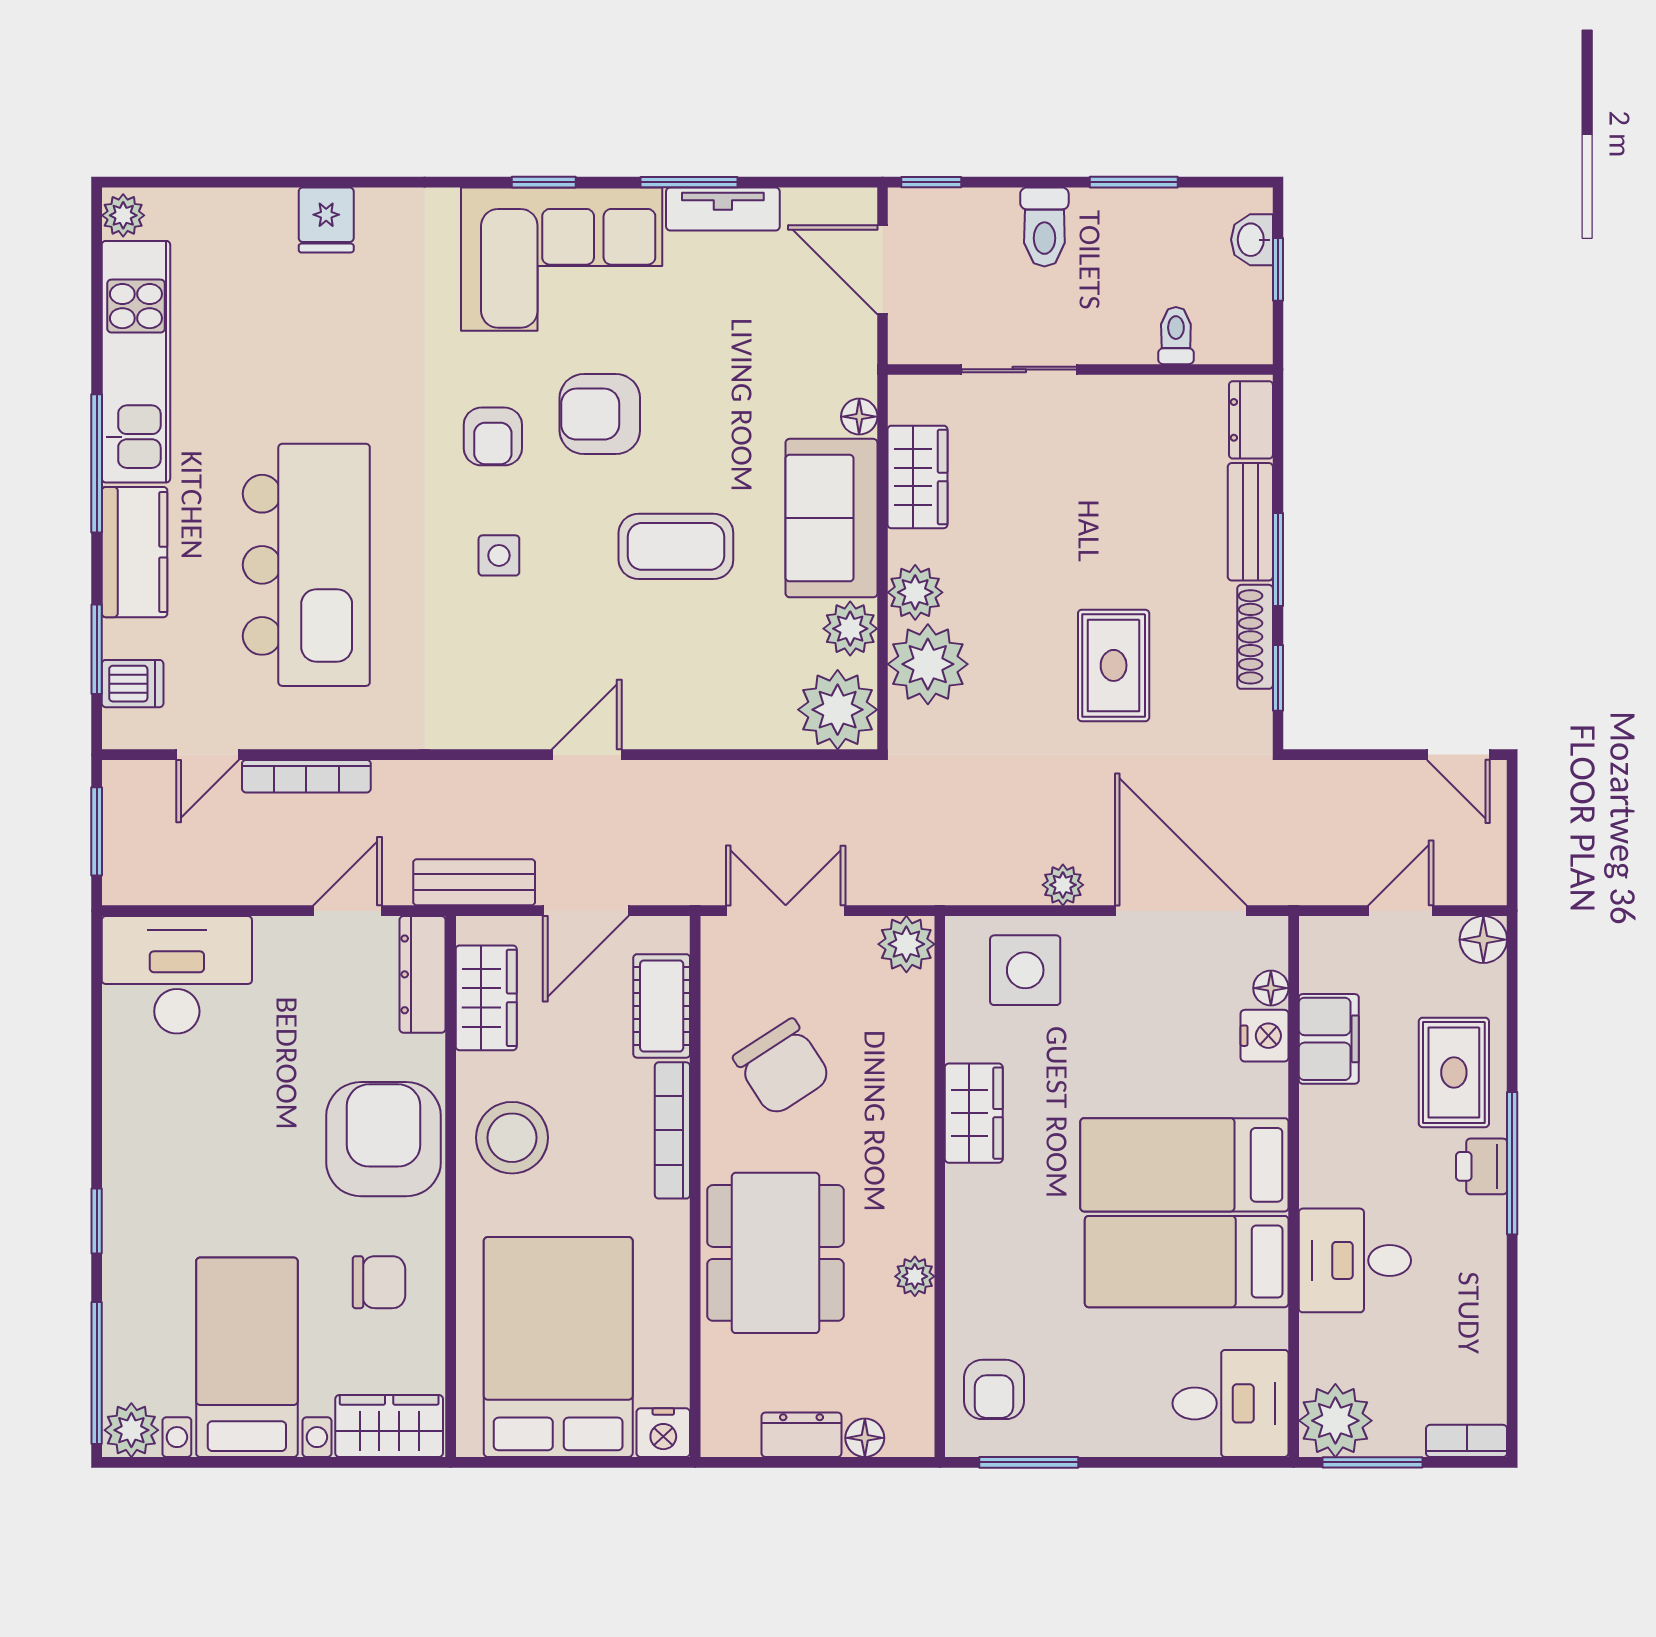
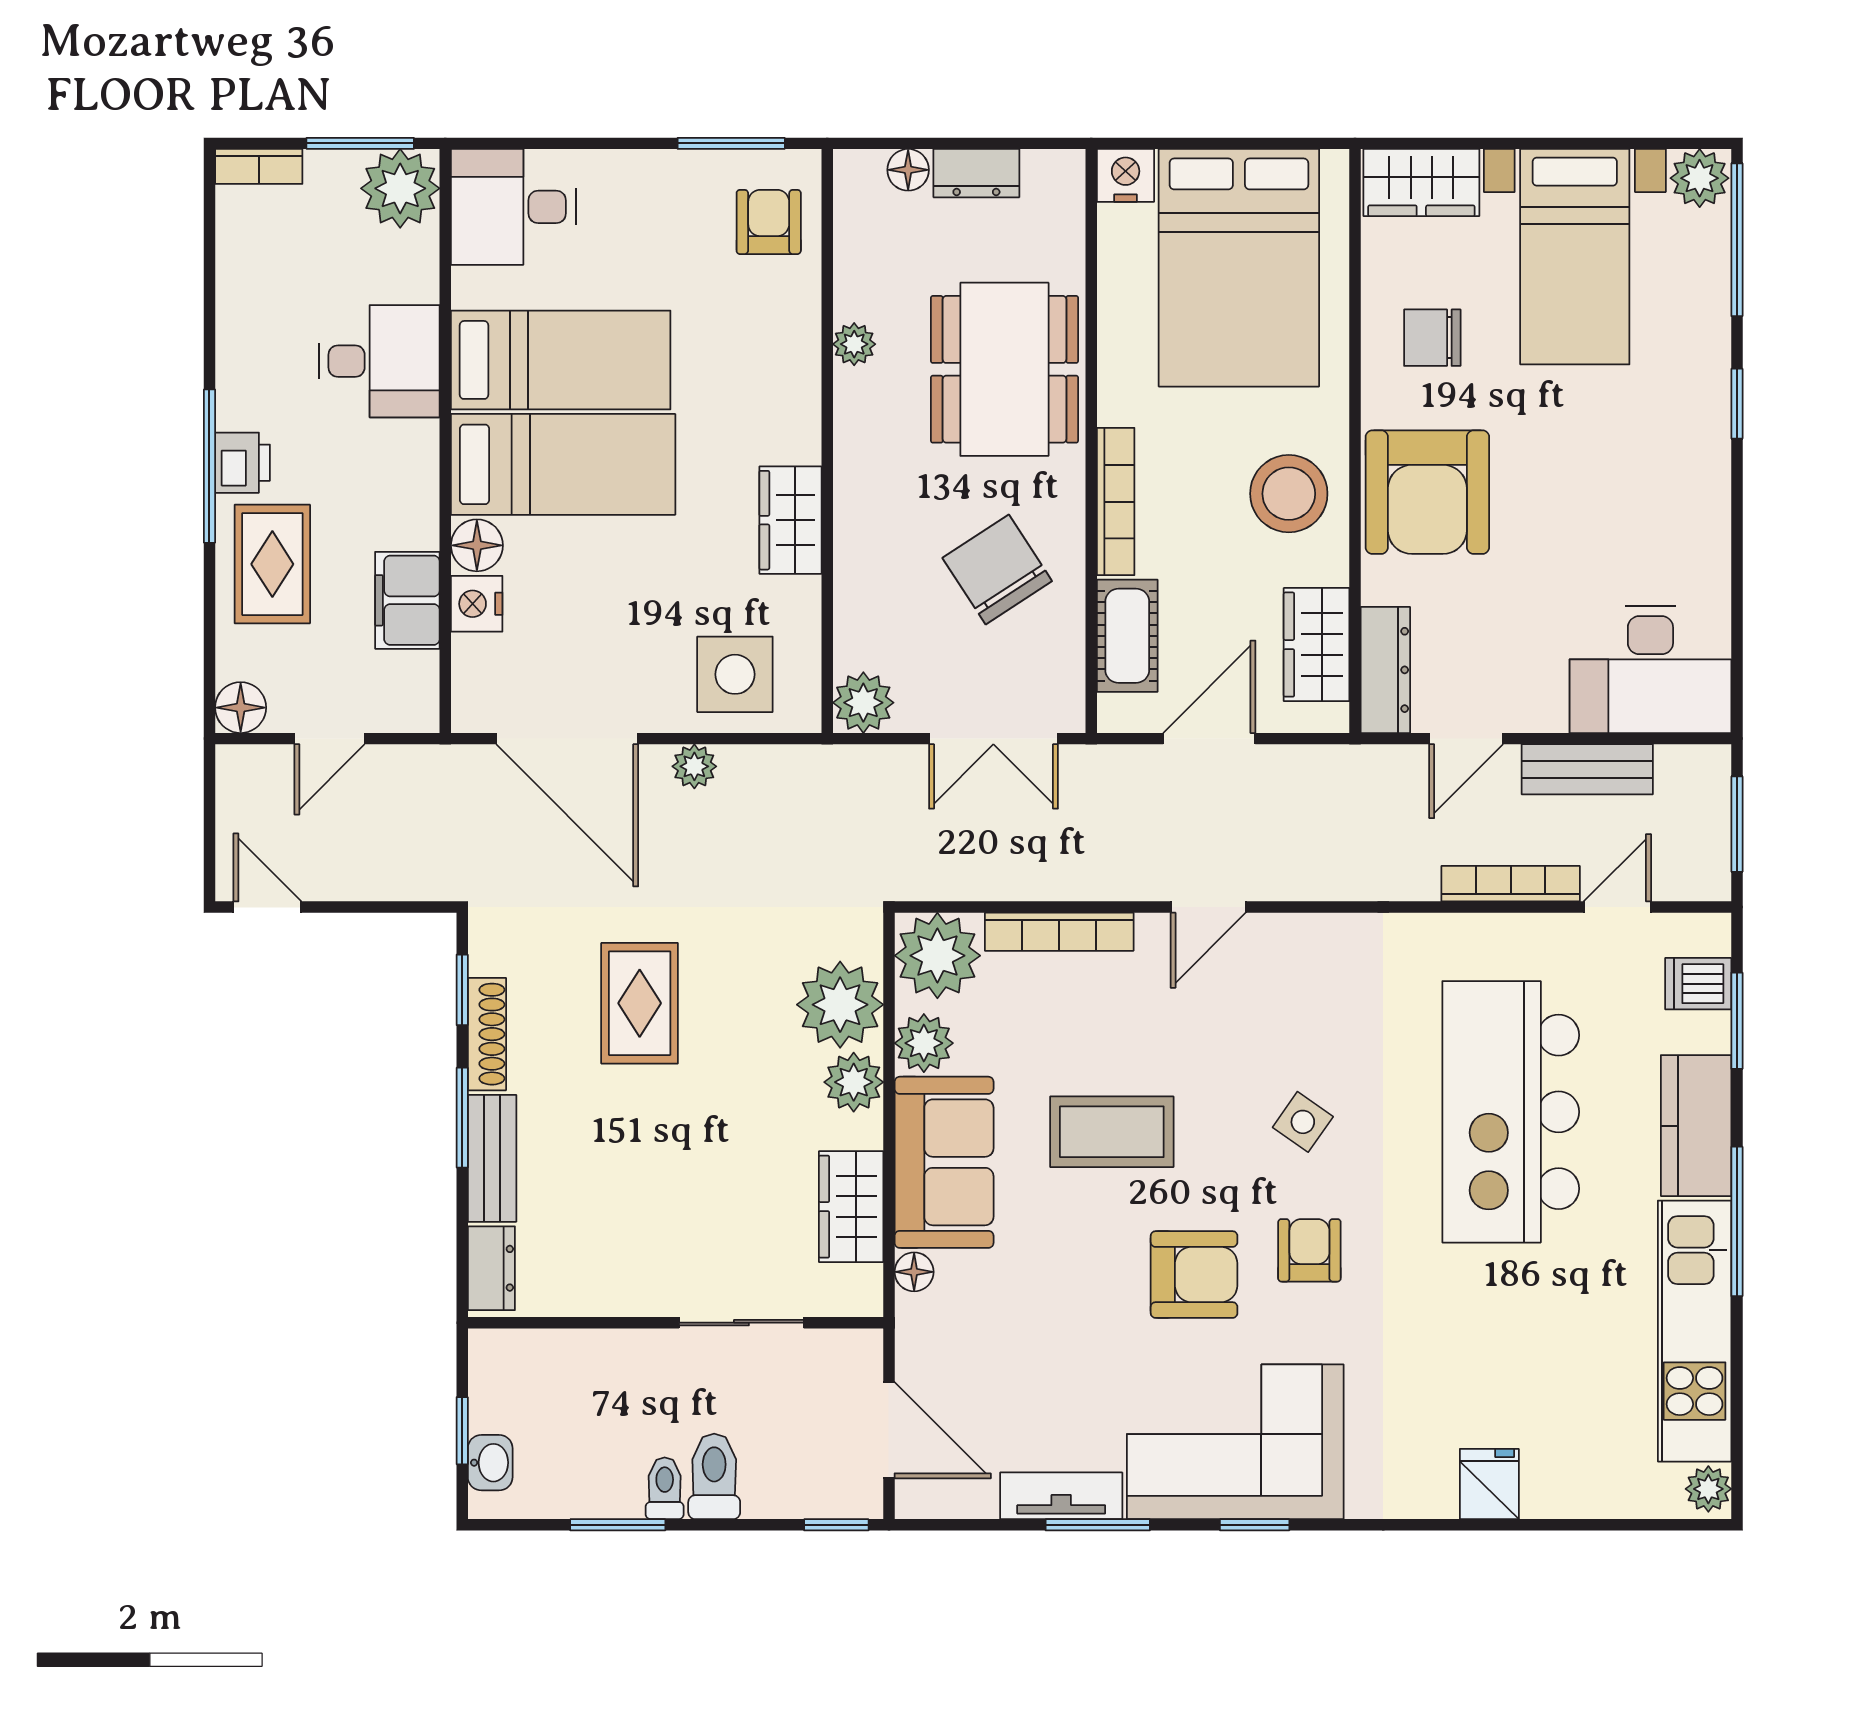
toilet: (1176, 336) -> (665, 1488), moved, turned 180
side table: (499, 555) -> (1303, 1122), turned 35
bookcase: (725, 732) -> (1059, 932), added
bench: (474, 882) -> (1587, 769), moved
floor lamp: (1271, 988) -> (477, 545), moved, width x1.37, depth x1.37

